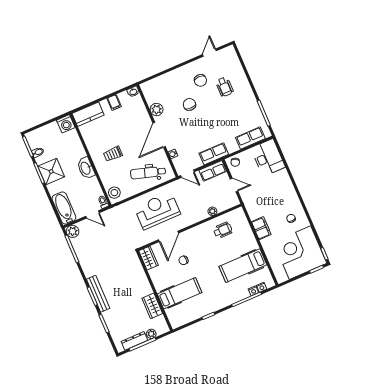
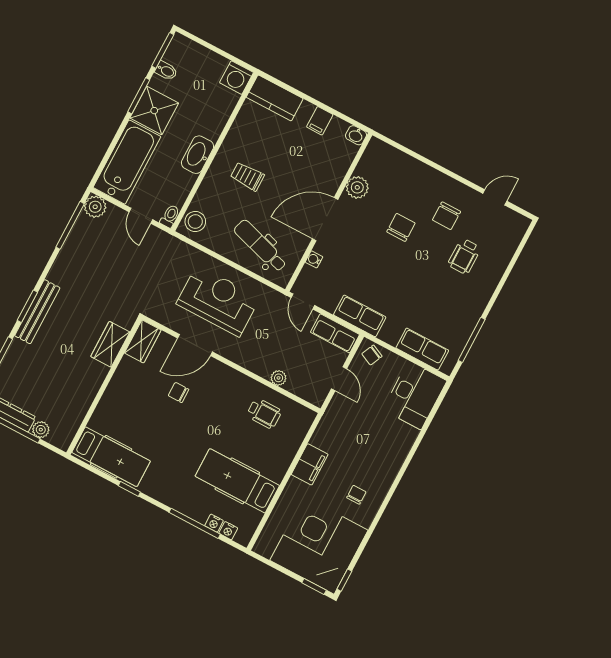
bathtub: (64, 208) -> (127, 162), width x1.36, depth x1.36
hospital bed: (180, 293) -> (111, 457), moved
wardrobe: (152, 306) -> (110, 344), moved

